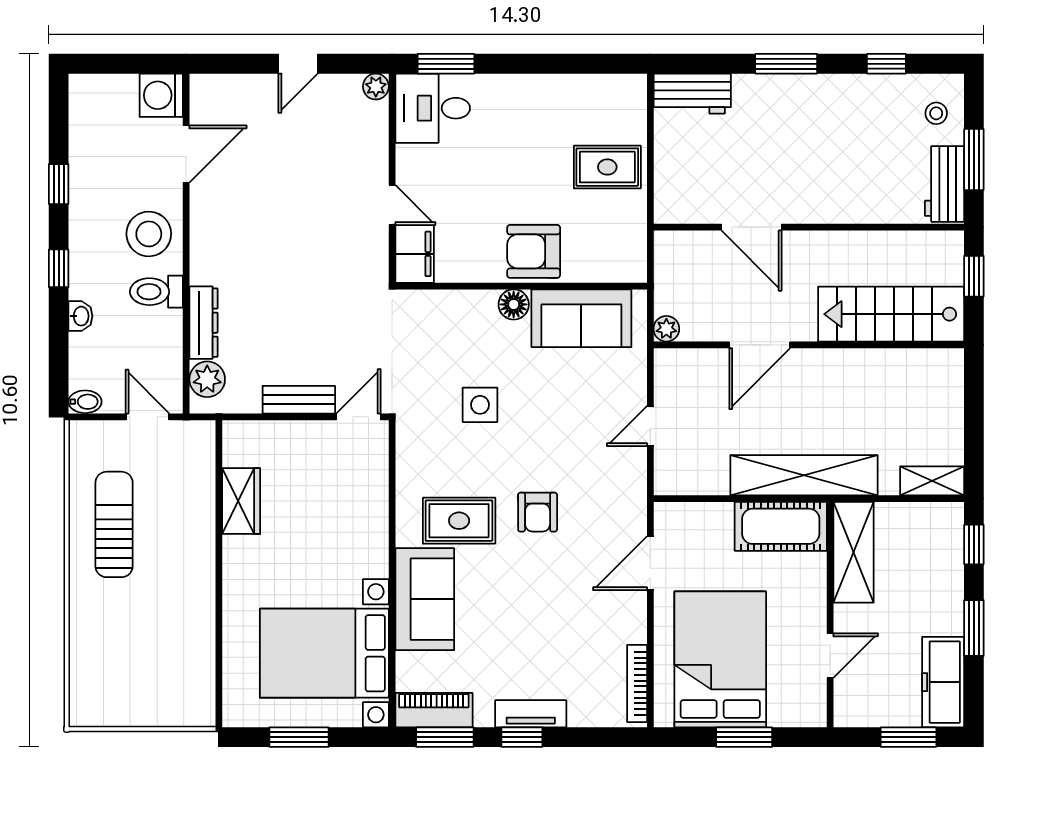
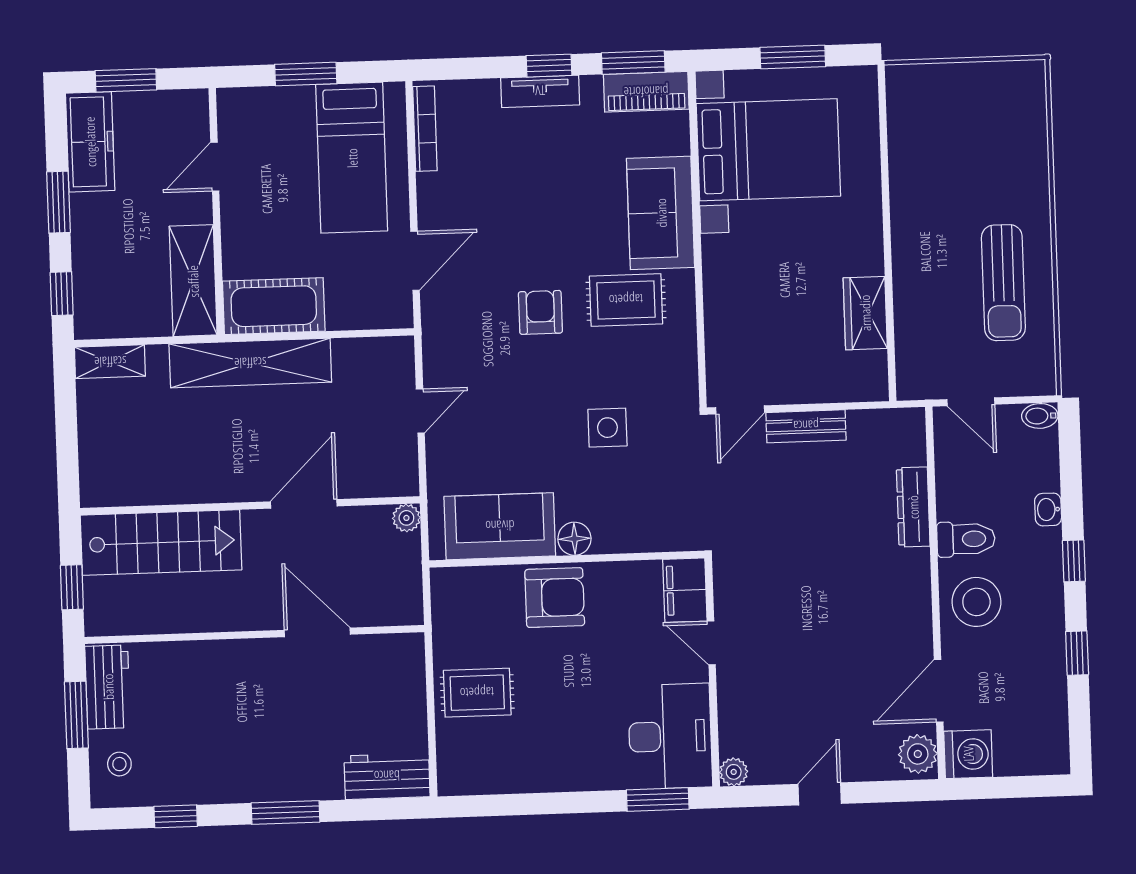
desk: (433, 108) -> (670, 736), width x1.37
plant: (207, 379) -> (918, 754), moved
bed: (720, 659) -> (352, 158), width x0.67

